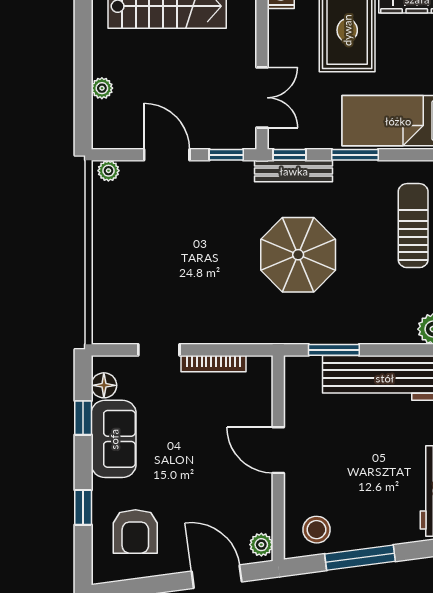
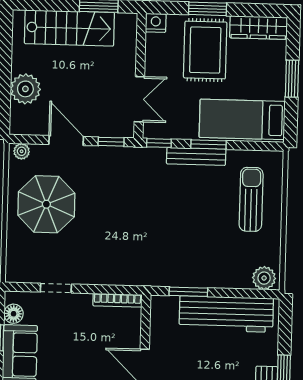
plant: (102, 88) -> (25, 89), width x1.87, depth x1.87
bench: (294, 171) -> (196, 156), moved
parasol: (298, 255) -> (46, 204), moved
bookcase: (214, 364) -> (117, 300), moved

